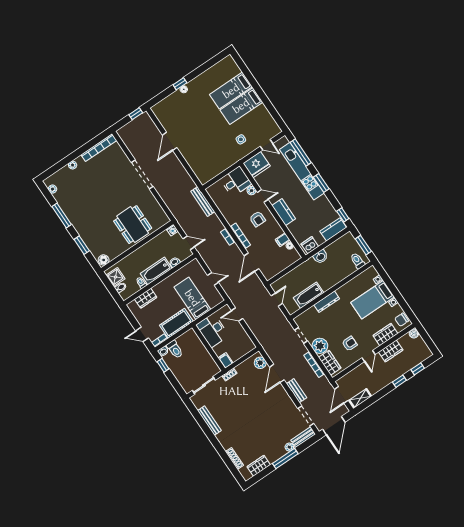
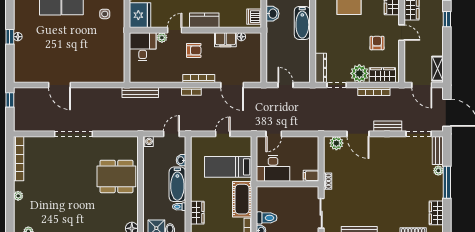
filing cabinet: (283, 240) -> (225, 40), width x2.00
bathtub: (309, 295) -> (302, 23), moved
dresser: (327, 302) -> (321, 68), moved

